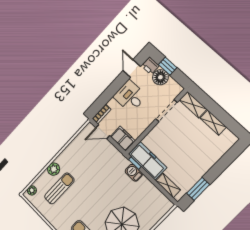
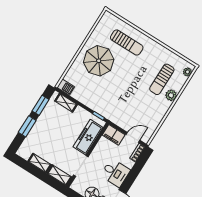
freezer: (148, 161) -> (88, 137), moved, turned 90
window: (219, 168) -> (27, 126), added
barbecue: (134, 173) -> (66, 87), moved

